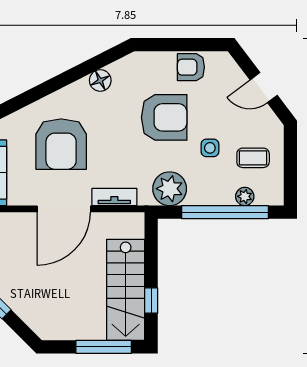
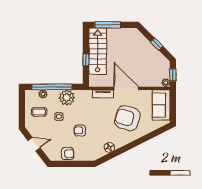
armchair: (164, 117) -> (80, 130), width x0.53, depth x0.53
armchair: (61, 144) -> (127, 118), turned -73
plant: (170, 189) -> (67, 98), moved
door: (64, 209) -> (126, 88), hinge flipped
window: (151, 301) -> (86, 60), moved

